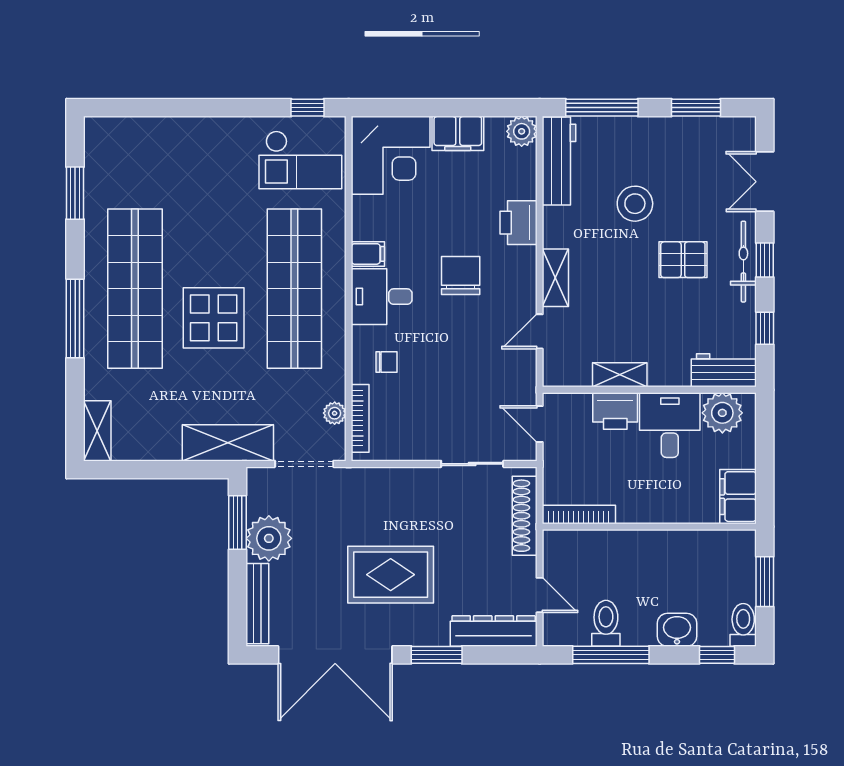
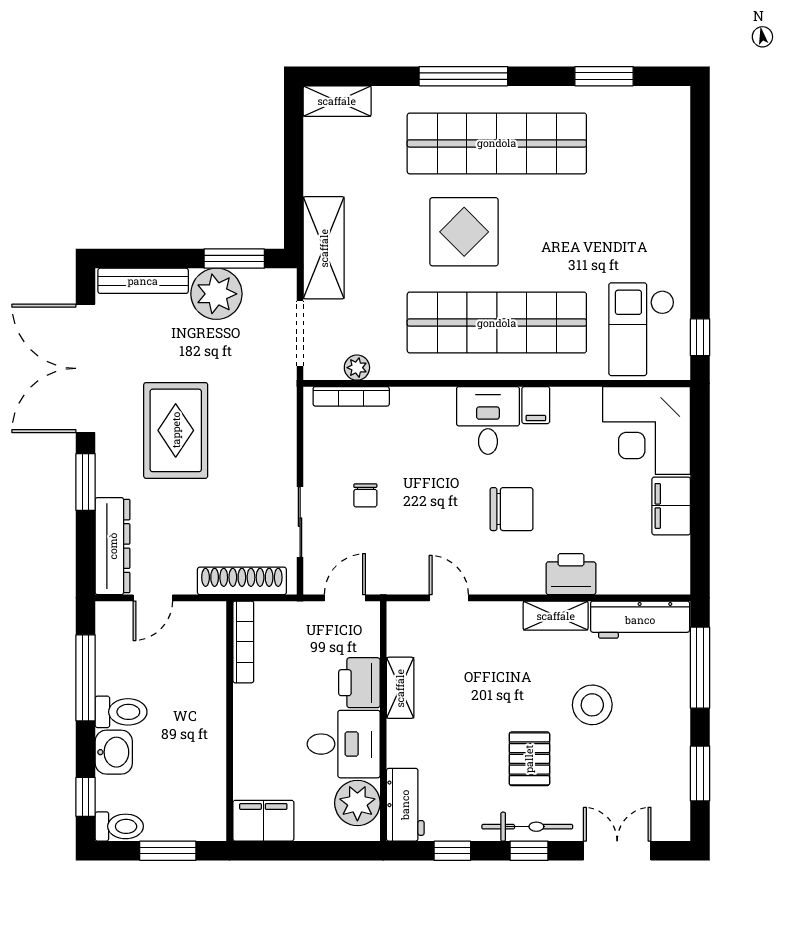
plant: (522, 131) -> (673, 578), removed
shelving: (555, 278) -> (556, 616), moved
chair: (387, 362) -> (365, 495), moved
toilet: (606, 623) -> (121, 712), moved

